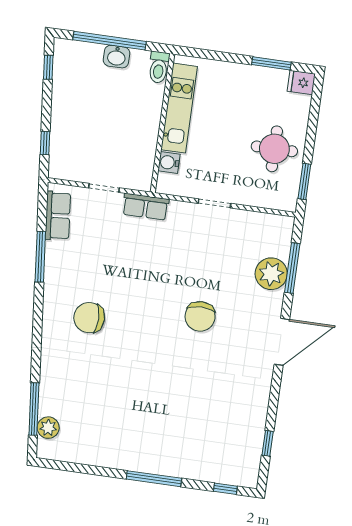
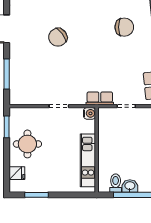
toilet: (159, 67) -> (116, 183), moved
fridge: (301, 83) -> (17, 173), moved
water cooler: (169, 162) -> (90, 113), moved
plant: (271, 274) -> (19, 69), removed
chair: (200, 316) -> (58, 37), turned -127

